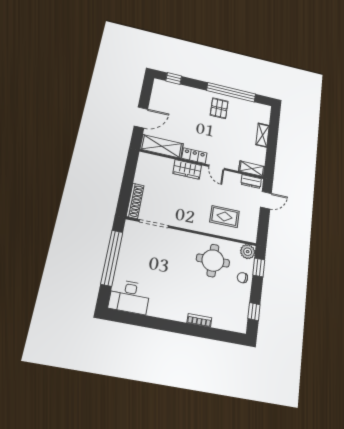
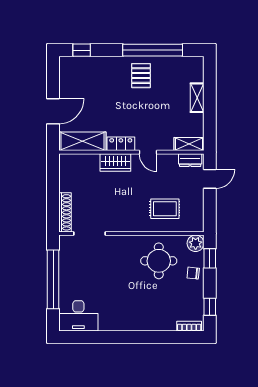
bookcase: (199, 320) -> (189, 326), moved

